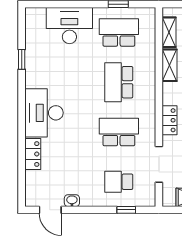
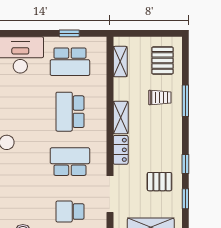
school desk: (119, 32) -> (70, 62), turned 180
shelving: (169, 65) -> (121, 118), moved

